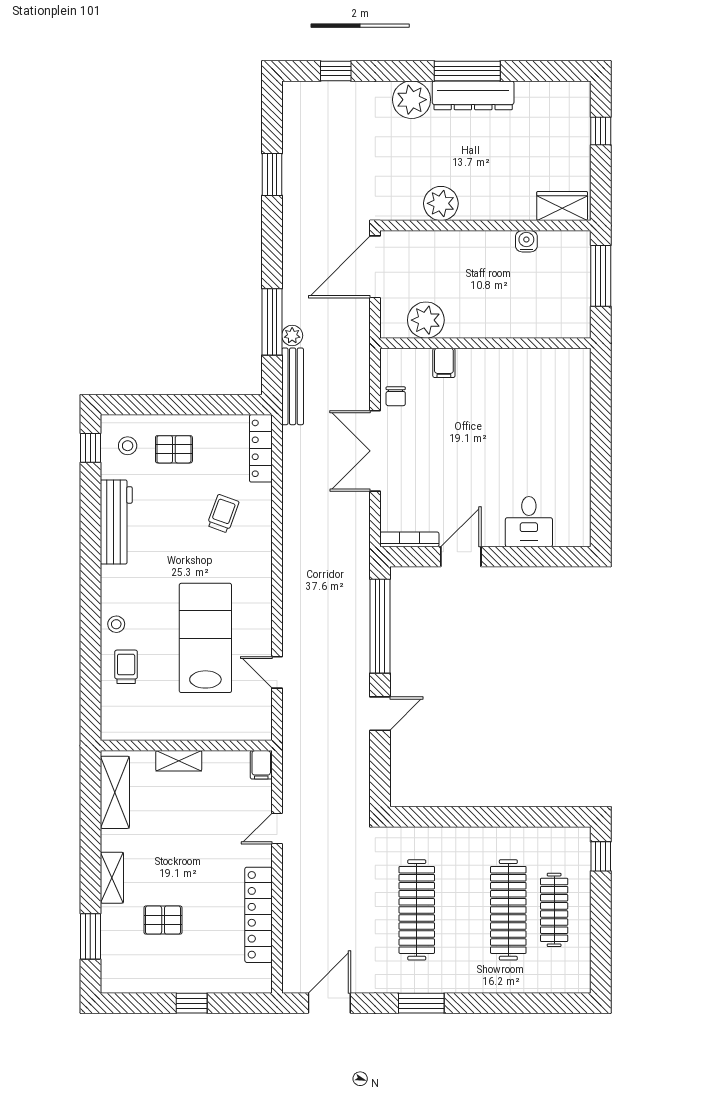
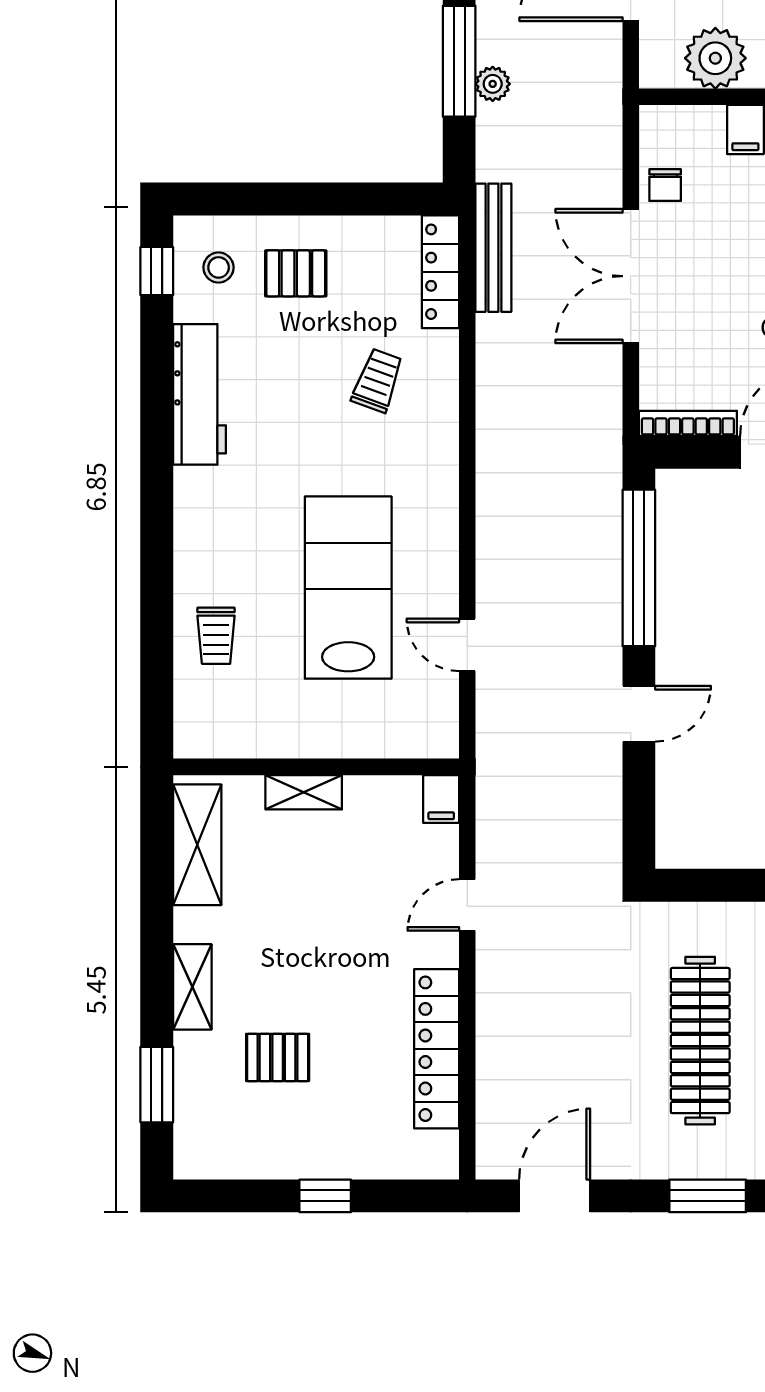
bench: (293, 386) -> (493, 248), moved
stool: (116, 624) -> (200, 565), removed
trolley: (126, 667) -> (216, 636), turned 180

